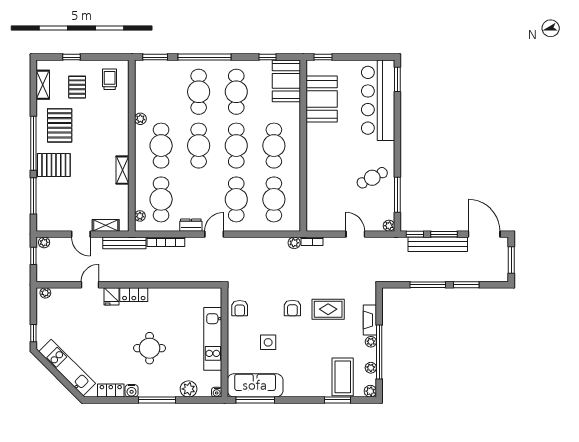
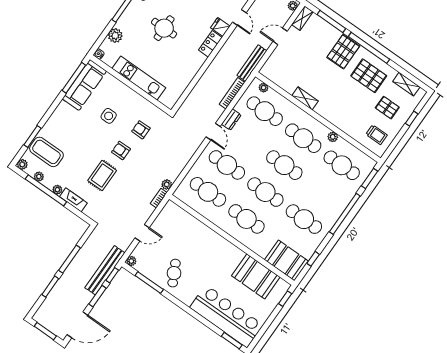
cafe table: (199, 92) -> (342, 165), moved
shelving: (106, 225) -> (302, 18), moved
bench: (438, 244) -> (105, 270), moved
armchair: (240, 308) -> (141, 130), moved

